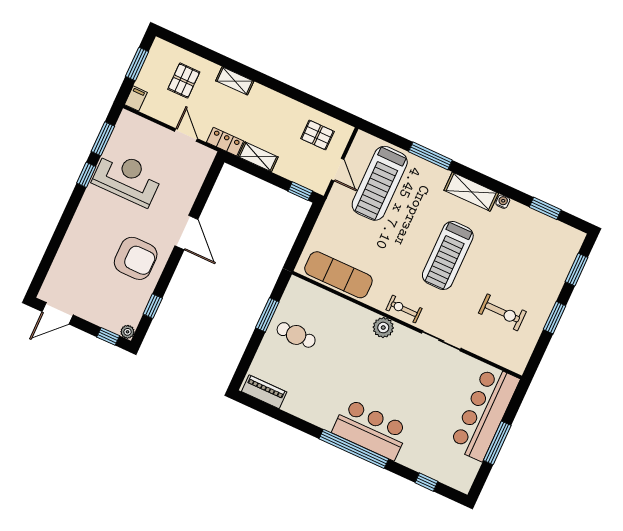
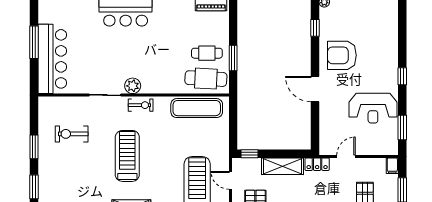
door: (186, 135) -> (346, 156), swing flipped
shelving: (258, 157) -> (283, 166), width x1.50, depth x1.33
window: (86, 175) -> (402, 76), moved
cafe table: (311, 305) -> (206, 79), added
plant: (383, 328) -> (133, 86), moved

